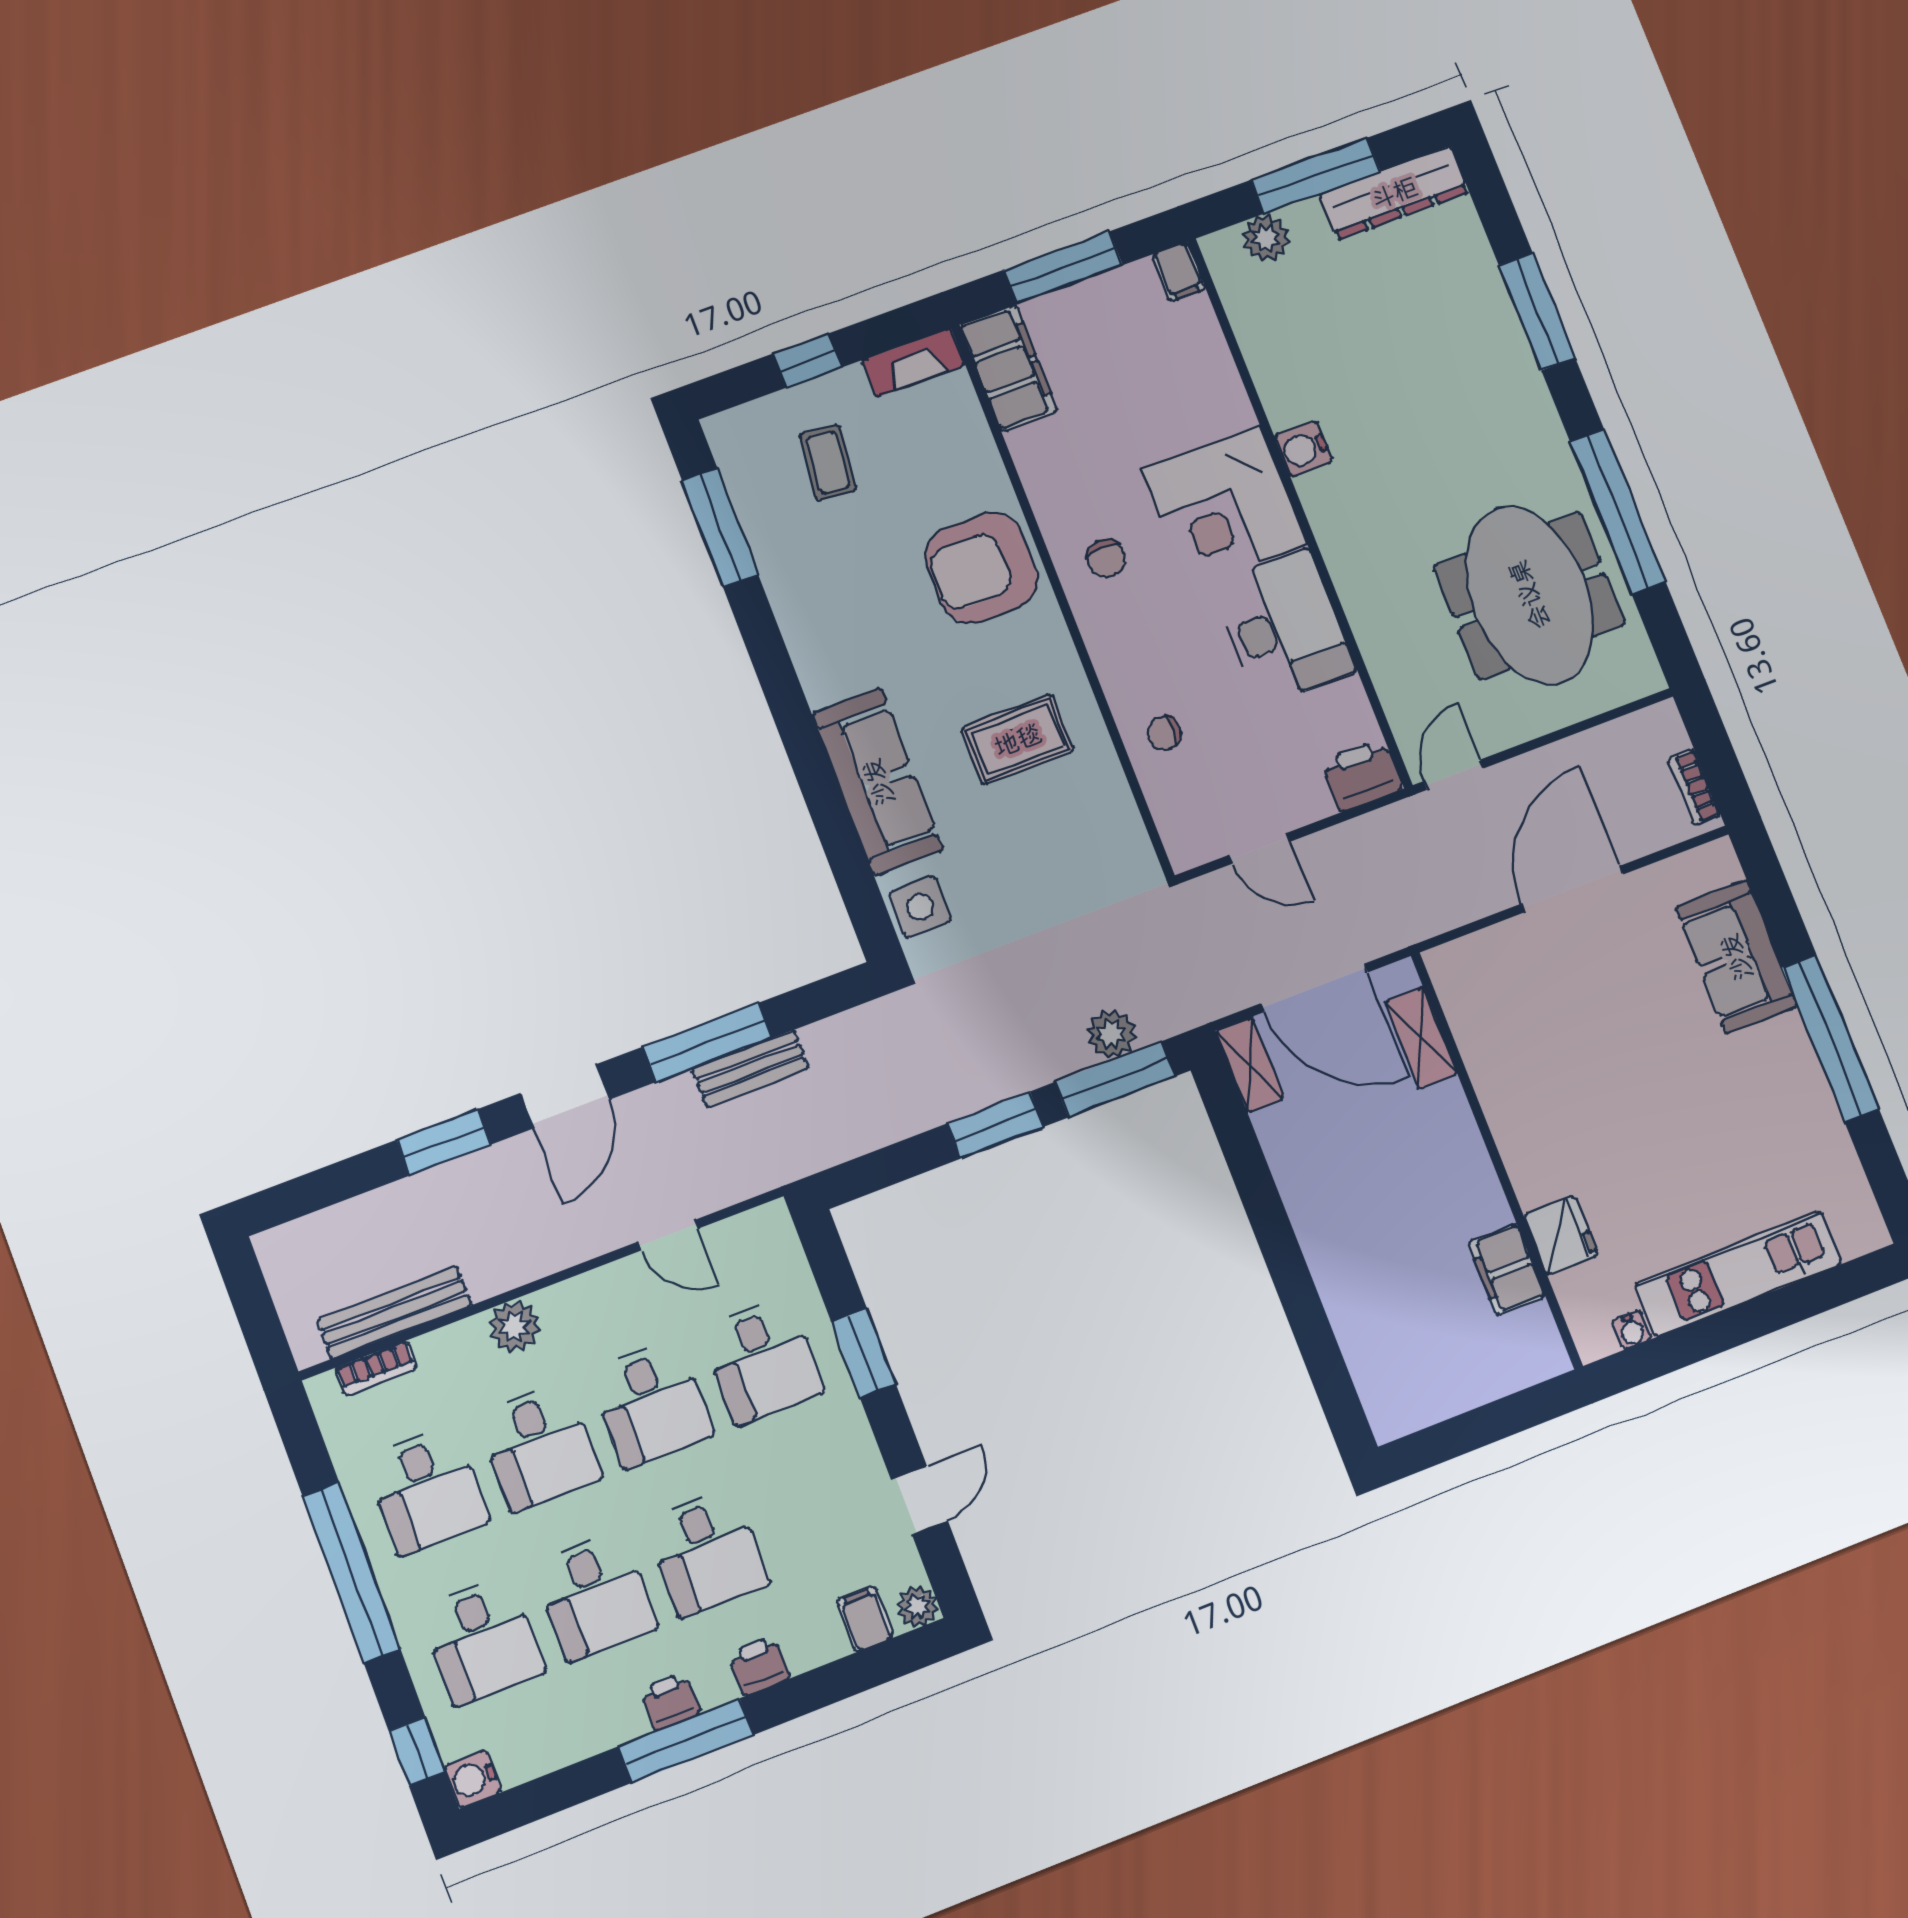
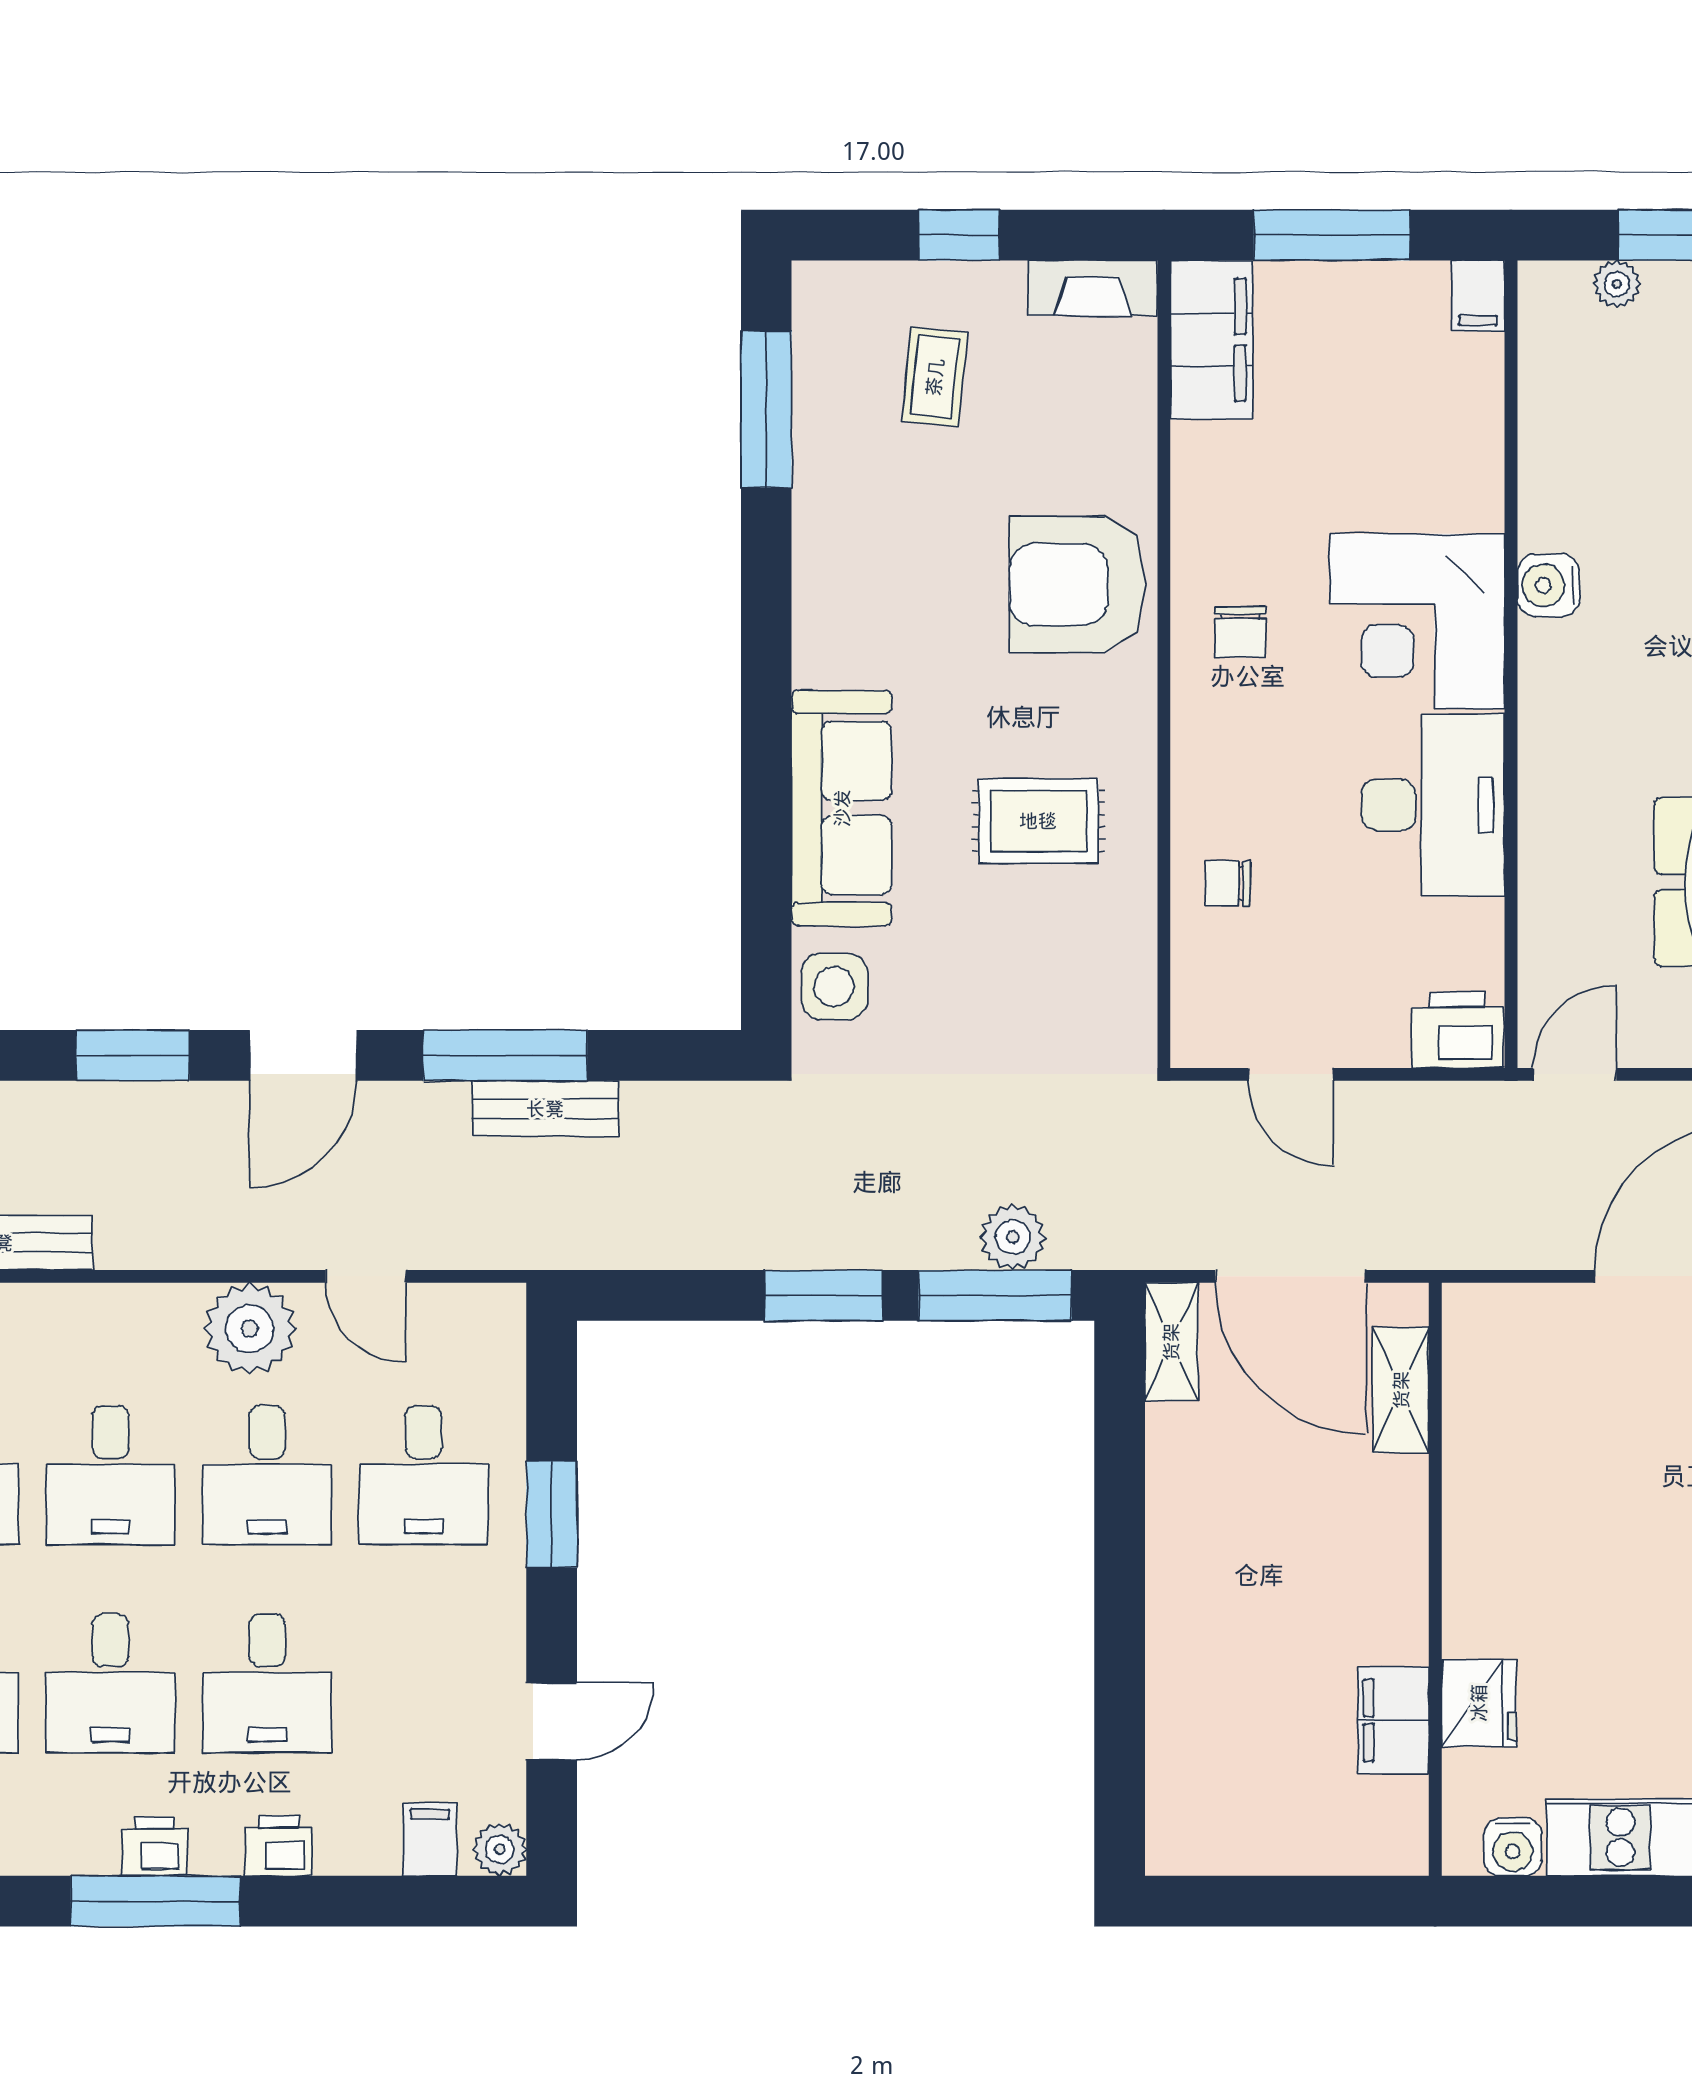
plant: (1266, 238) -> (1617, 284), width x0.73, depth x0.73
plant: (515, 1326) -> (250, 1329), moved, width x1.36, depth x1.36
water cooler: (1632, 1330) -> (1513, 1847), width x1.38, depth x1.38

